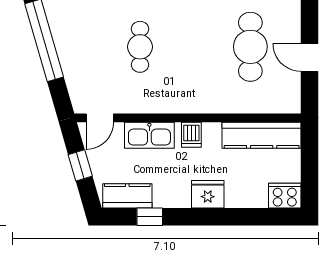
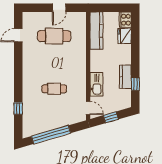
dishwasher: (191, 135) -> (96, 64), removed
fridge: (208, 194) -> (125, 36), moved
kitchen counter: (127, 196) -> (125, 77), moved

